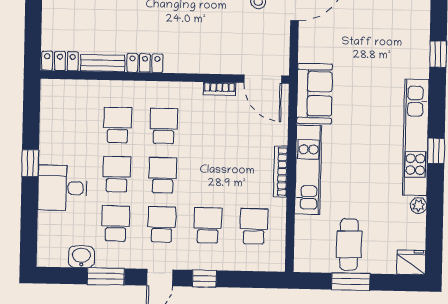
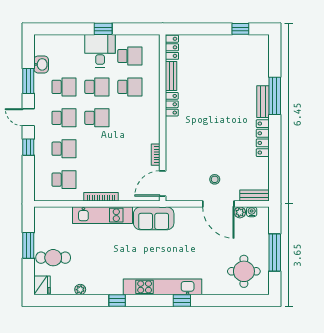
school desk: (164, 126) -> (130, 56), moved
kitchen unit: (416, 137) -> (163, 287), moved
desk: (62, 188) -> (100, 51), moved
cafe table: (349, 244) -> (53, 258), moved

